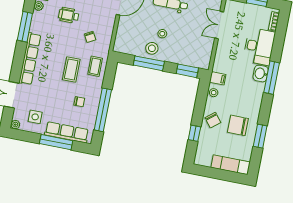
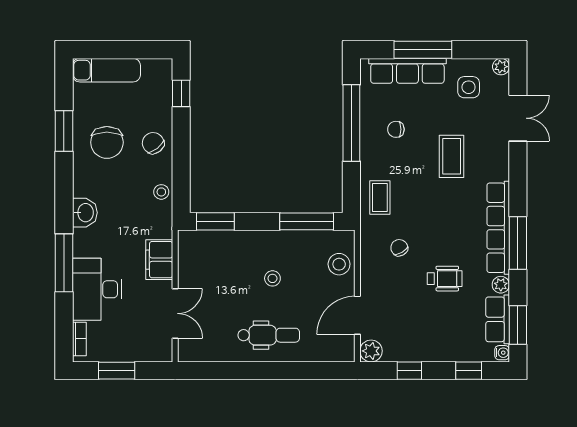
stool: (152, 48) -> (339, 264), moved
row of seats: (30, 59) -> (498, 228), moved
window: (149, 63) -> (307, 221), moved
coffee table: (71, 69) -> (452, 156), moved
washbasin: (261, 74) -> (85, 213), moved
filing cabinet: (218, 78) -> (159, 260), moved, width x2.00
window: (272, 78) -> (64, 263), moved
chair: (238, 125) -> (107, 142), turned 90
window: (194, 133) -> (181, 93), moved

